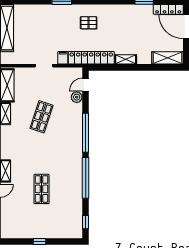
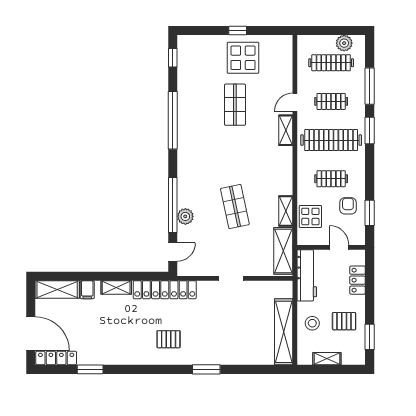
filing cabinet: (63, 58) -> (87, 290), moved
plant: (77, 97) -> (185, 216), moved
shop shelf: (41, 117) -> (235, 206), turned -30
window: (86, 133) -> (173, 205), moved
display table: (36, 222) -> (243, 58), added

